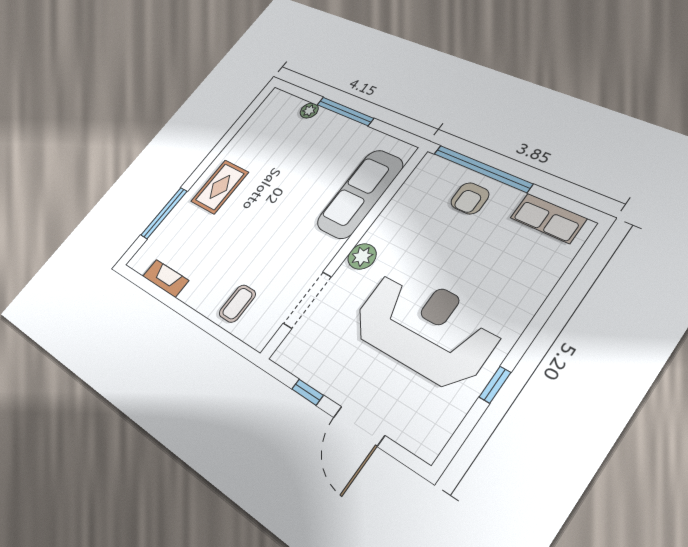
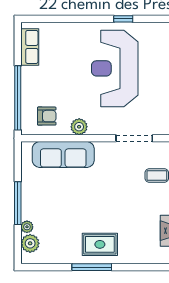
plant: (288, 106) -> (30, 243), added
armchair: (470, 198) -> (47, 116), moved
window: (164, 213) -> (92, 267), moved
plant: (362, 256) -> (79, 127), moved

